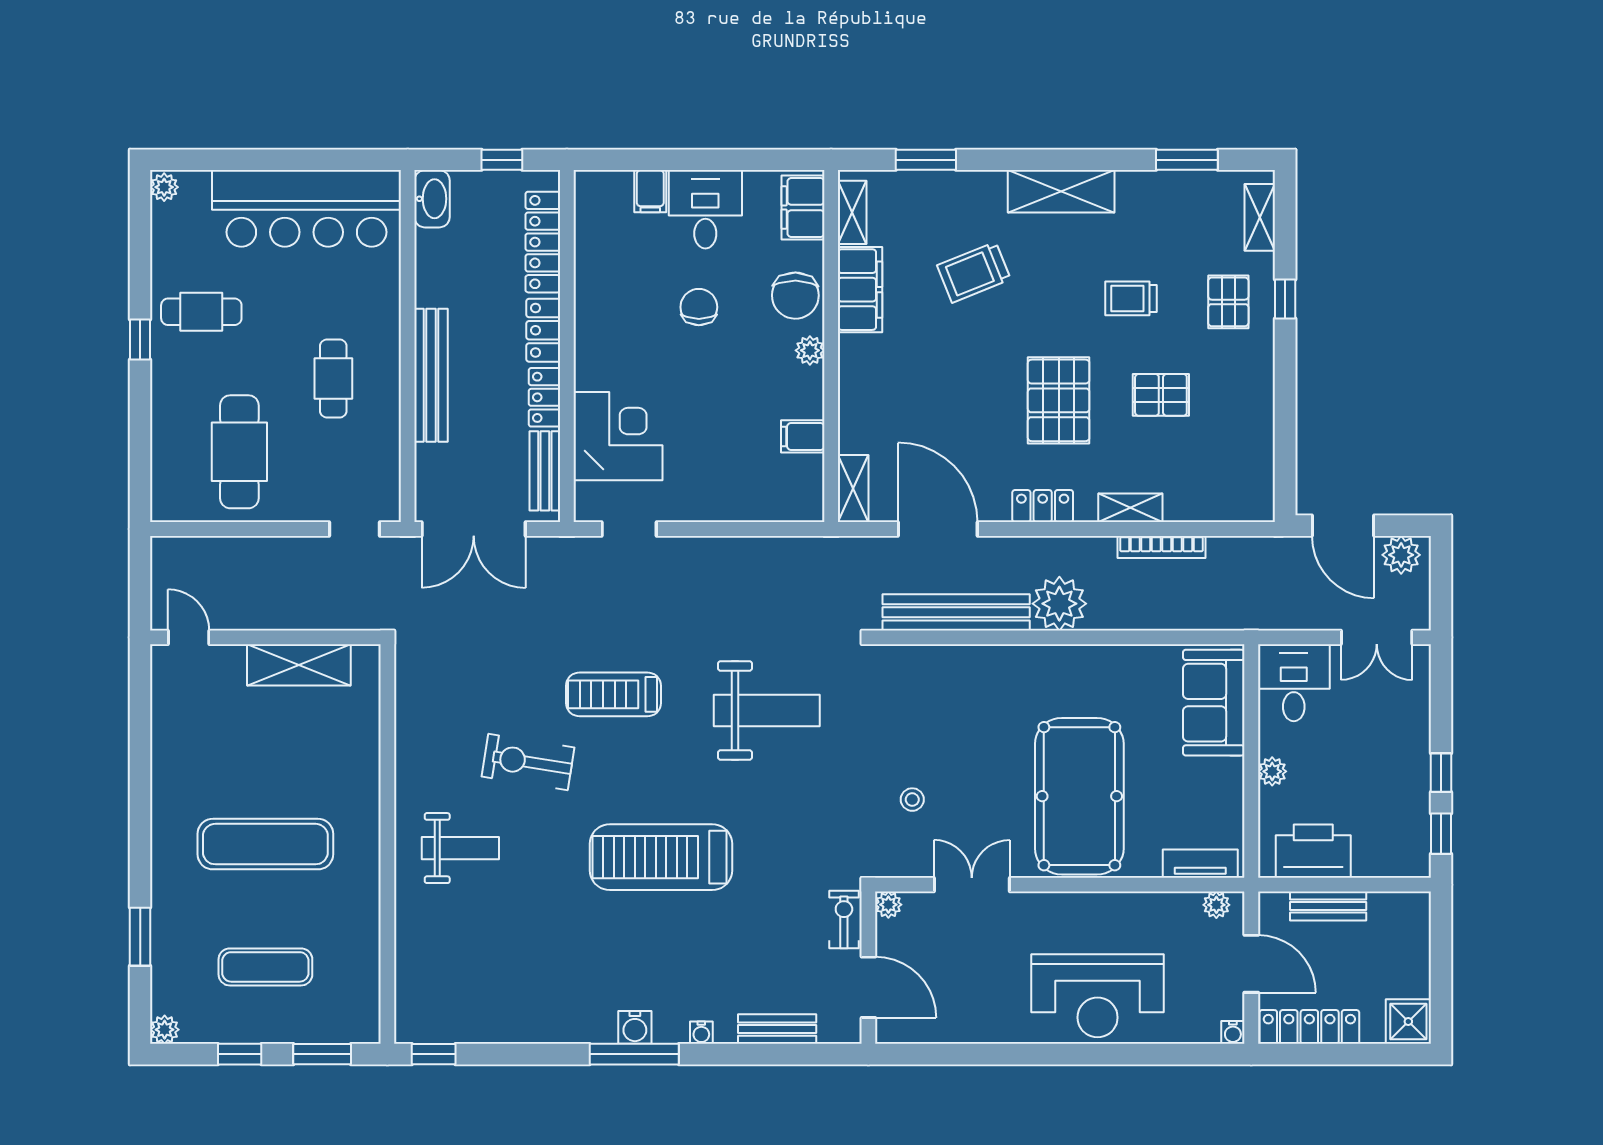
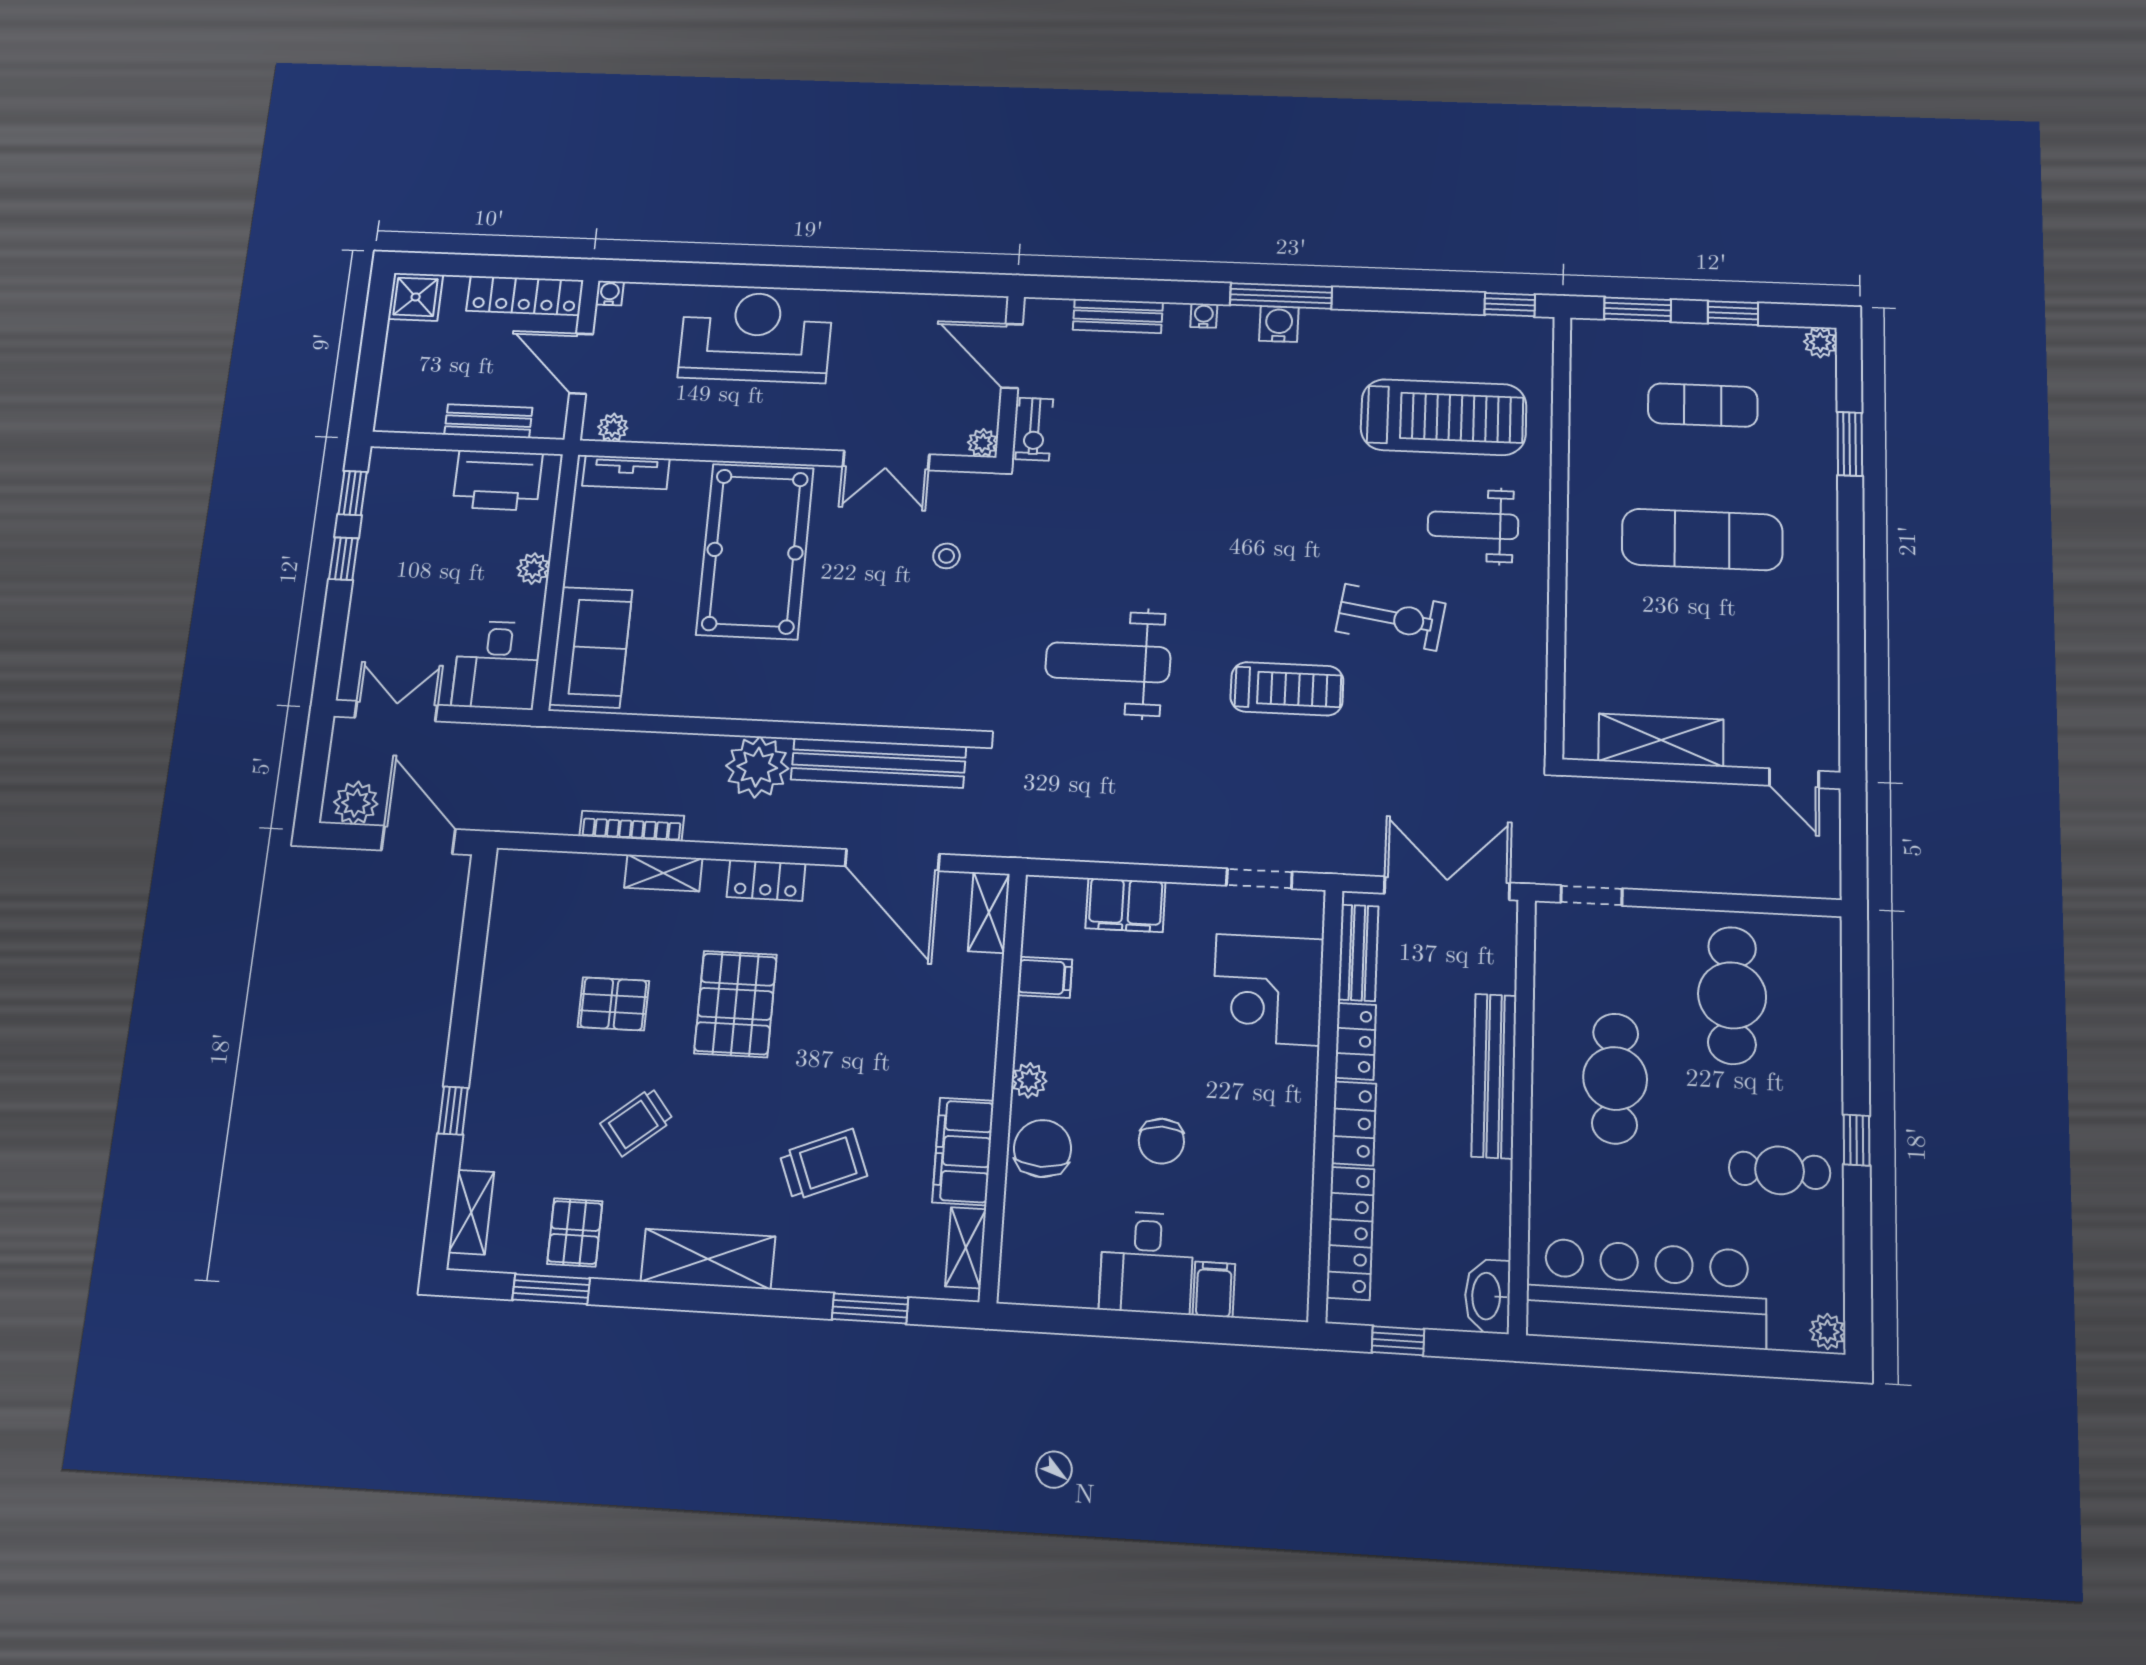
filing cabinet: (803, 208) -> (1125, 905), moved, turned 90
trolley: (1131, 298) -> (637, 1122), turned 141
pallet: (1228, 302) -> (575, 1232), moved
cafe table: (333, 379) -> (1615, 1078), width x1.37, depth x1.35
treadmill: (661, 857) -> (1444, 417), moved

